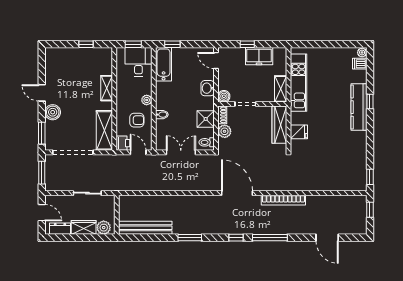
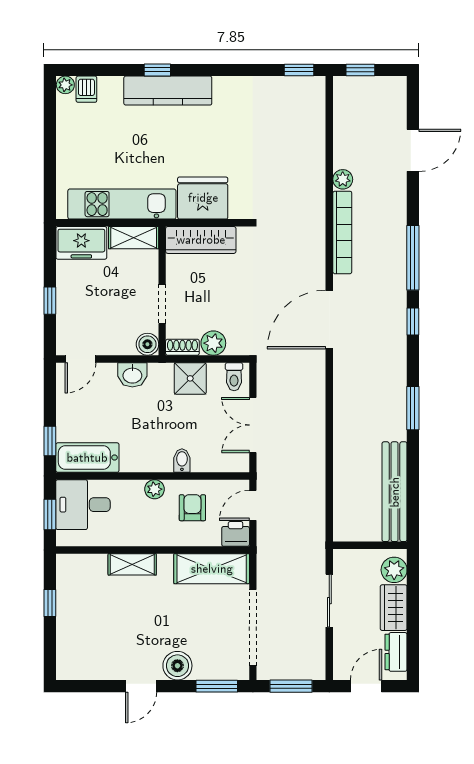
freezer: (259, 56) -> (81, 243), moved, turned 90
fridge: (299, 132) -> (203, 198), width x1.88, depth x1.34
plant: (312, 200) -> (343, 179), added

